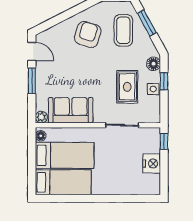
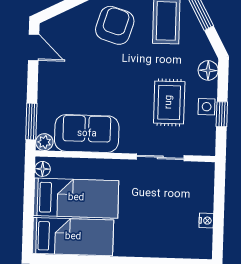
window: (32, 81) -> (31, 122), moved
window: (164, 81) -> (222, 114), moved
window: (164, 141) -> (220, 182), removed
nightstand: (152, 163) -> (206, 221), width x0.53, depth x0.56

